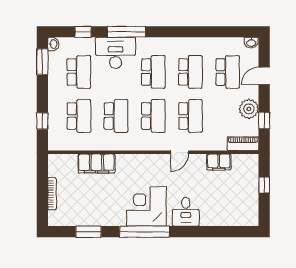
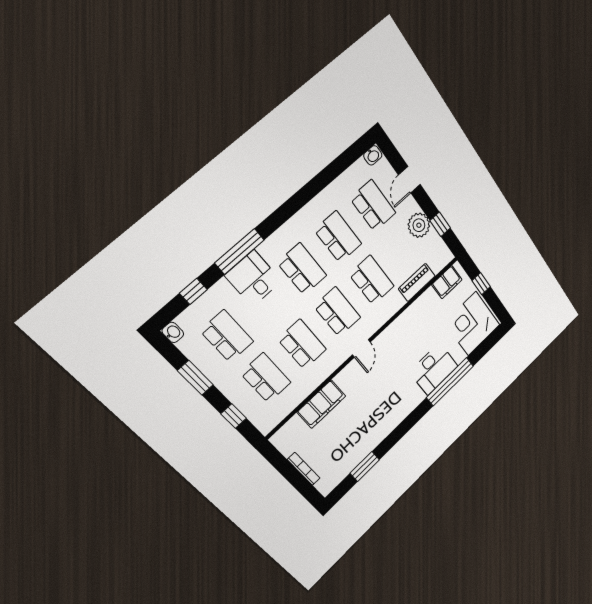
desk: (116, 53) -> (253, 278), width x0.73
window: (42, 62) -> (195, 378), moved
piano: (243, 144) -> (417, 282), moved
door: (179, 152) -> (361, 348), moved
filing cabinet: (219, 162) -> (447, 282), moved
corner desk: (146, 206) -> (472, 324), moved
desk: (186, 212) -> (434, 369), width x1.37
window: (145, 232) -> (450, 382), moved

